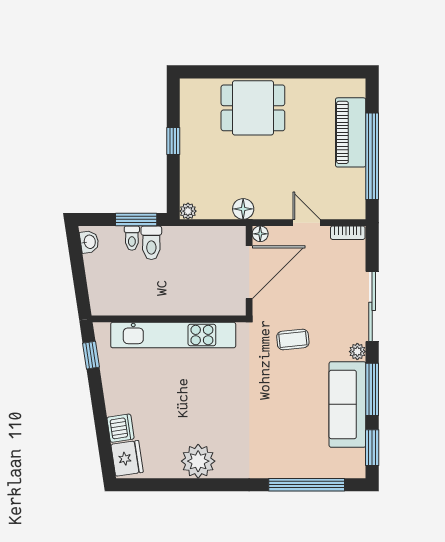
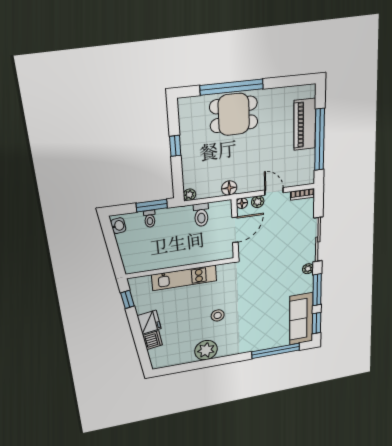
window: (251, 72) -> (232, 87), added
plant: (283, 235) -> (258, 202), added
toilet: (151, 243) -> (201, 215), moved
door: (249, 272) -> (235, 230), width x0.73
kitchen unit: (173, 335) -> (184, 278), width x0.73
coffee table: (293, 340) -> (266, 268), removed
sofa: (347, 404) -> (301, 319), moved
stool: (218, 405) -> (218, 315), added
fridge: (127, 458) -> (149, 322), moved

